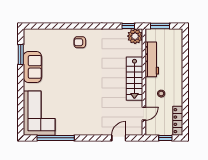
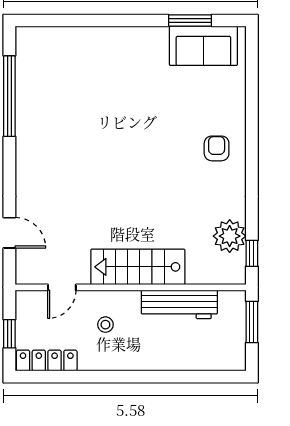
plant: (135, 36) -> (230, 236), moved
sofa: (32, 67) -> (203, 46), moved
corner sofa: (39, 113) -> (63, 60), removed
door: (144, 114) -> (62, 287), hinge flipped

